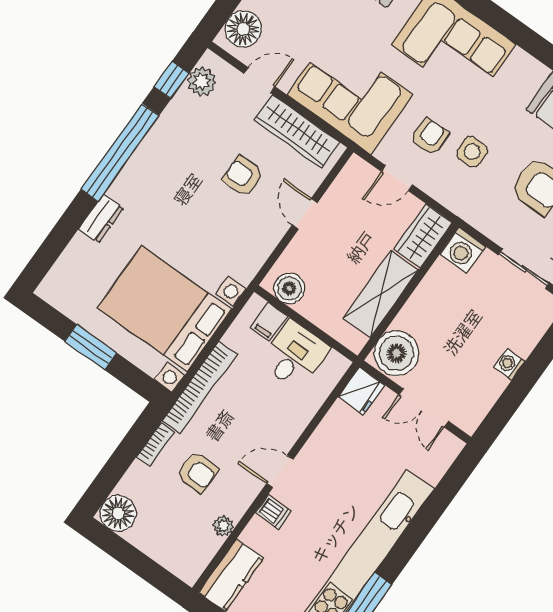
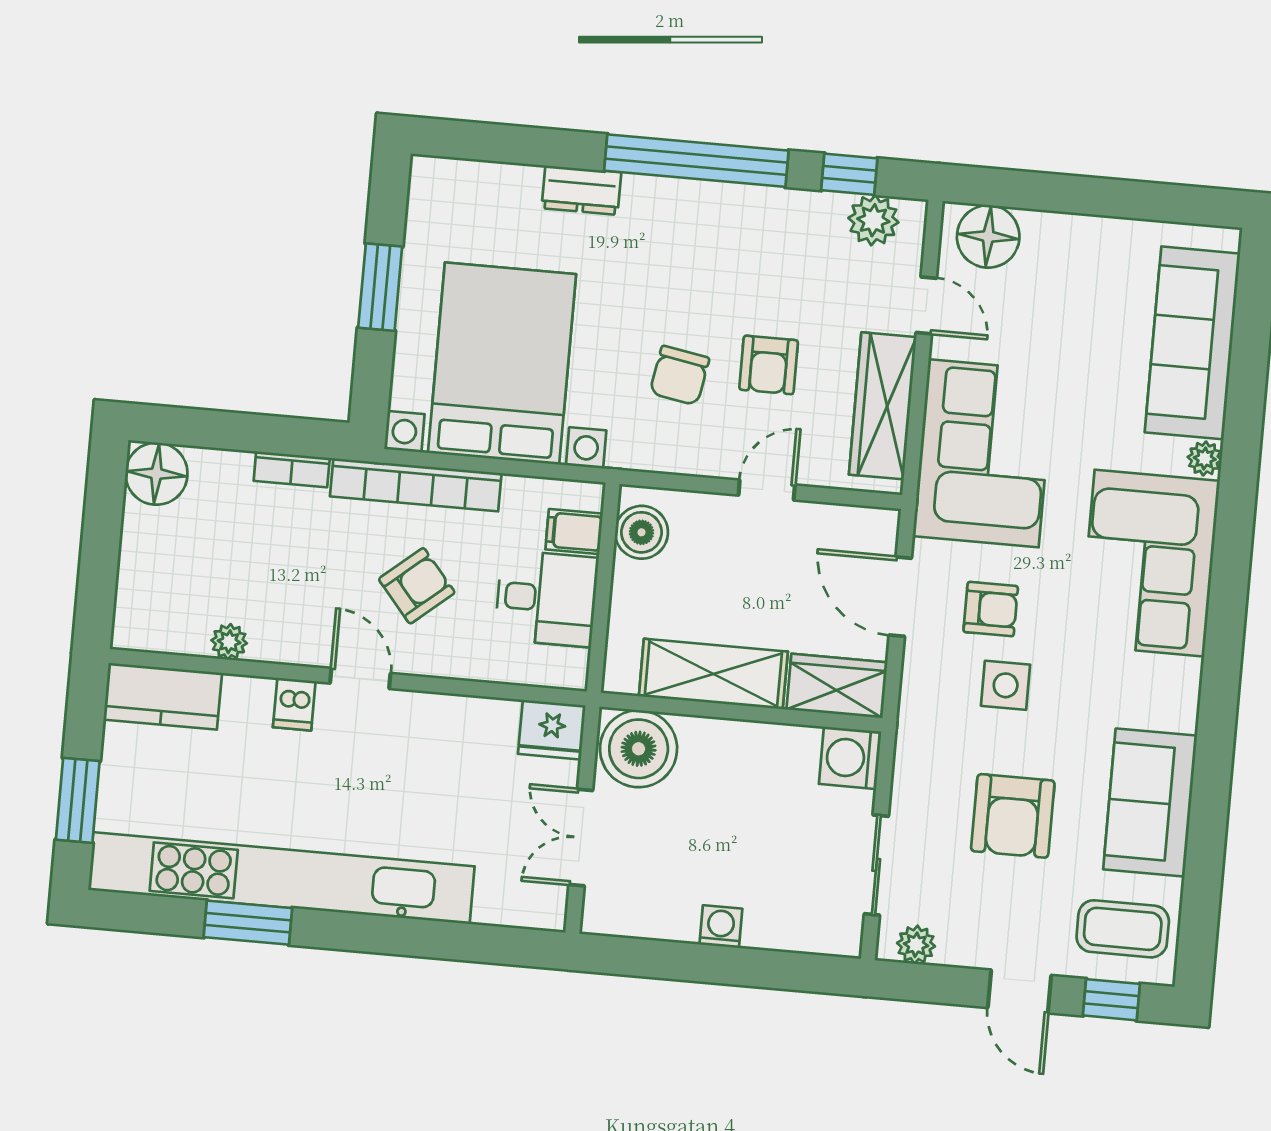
armchair: (243, 176) -> (769, 365), turned 180
door: (397, 178) -> (900, 597), width x1.37
chair: (222, 224) -> (679, 375), added
armchair: (197, 472) -> (417, 586), moved, turned -130

